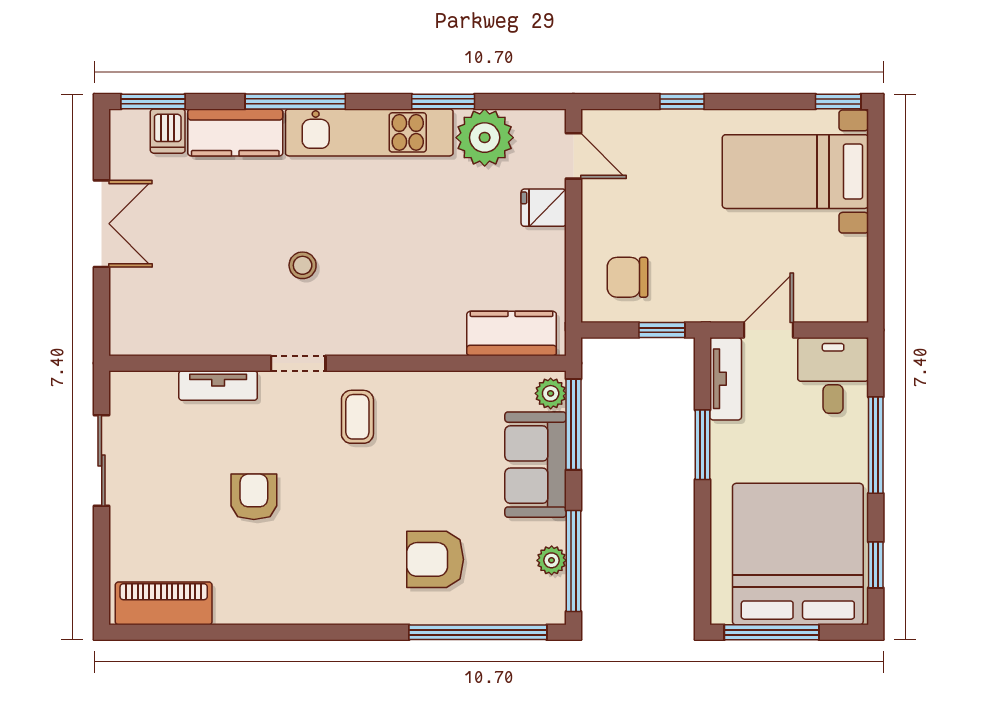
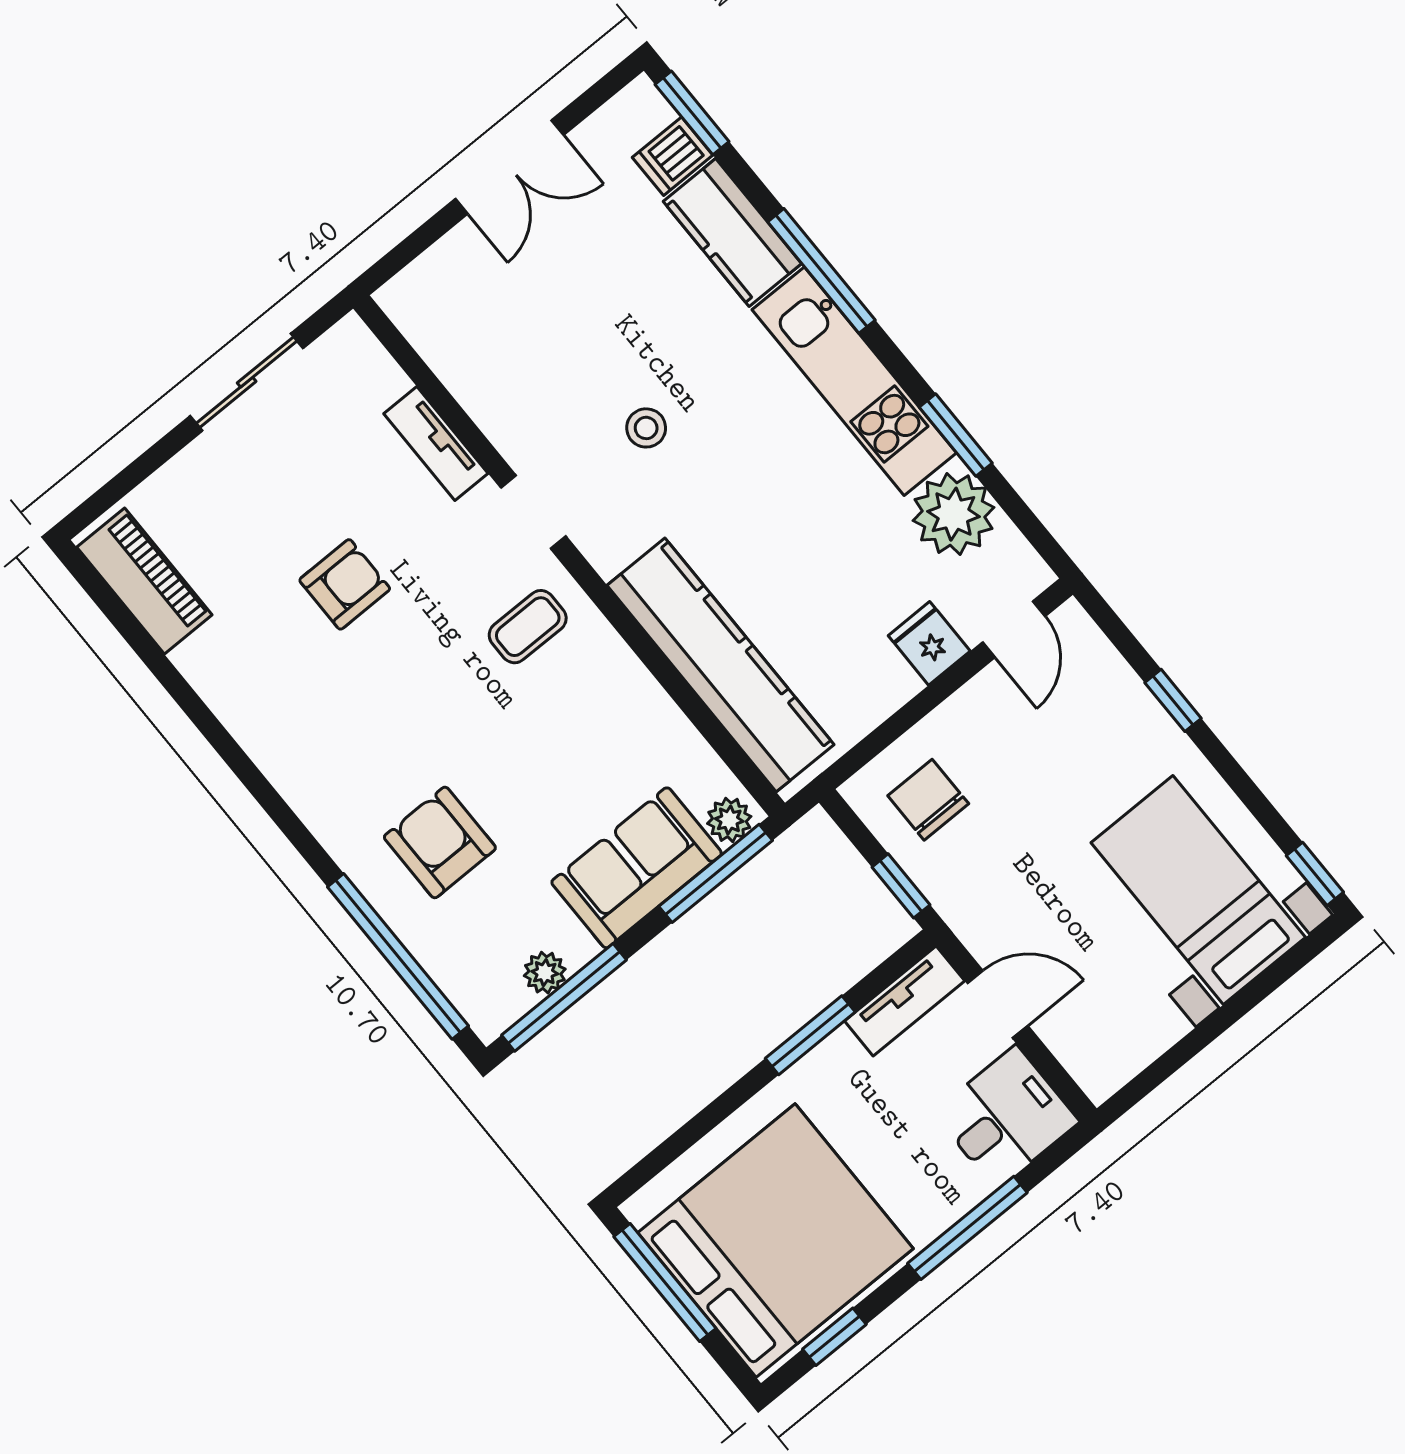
kitchen counter: (512, 333) -> (721, 665), width x2.08, depth x1.17

